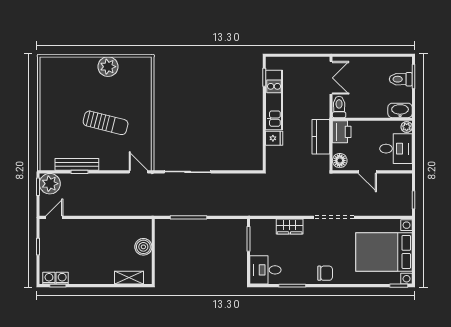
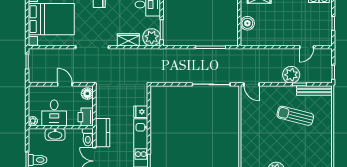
washbasin: (400, 110) -> (55, 134), moved
sun lounger: (106, 123) -> (295, 116), moved
kitchen counter: (321, 137) -> (103, 133), moved
desk: (396, 149) -> (54, 113), moved, turned -90
bench: (77, 164) -> (314, 91), moved
plant: (50, 184) -> (291, 75), moved
door: (54, 217) -> (307, 47), moved
plant: (261, 230) -> (152, 37), added

